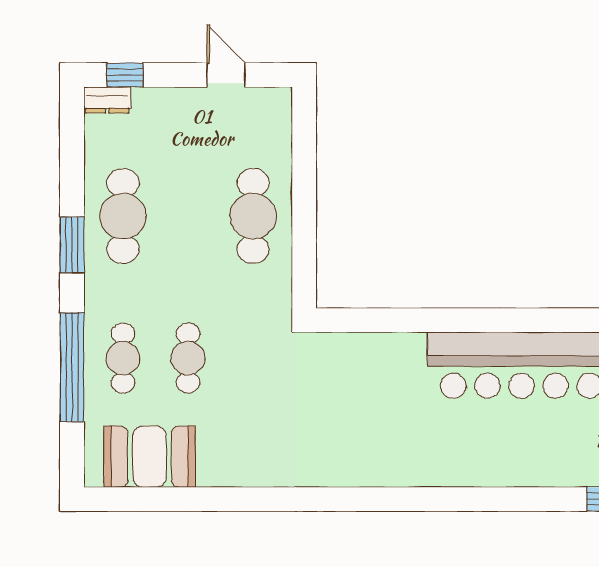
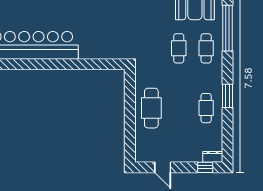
cafe table: (123, 216) -> (206, 108), width x0.73, depth x0.74
window: (72, 367) -> (227, 28), moved

